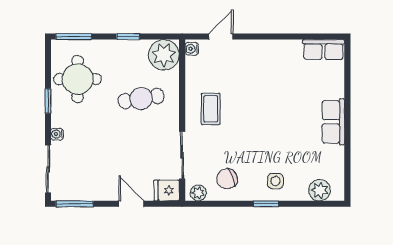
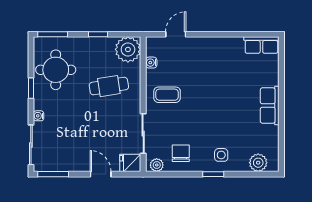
water cooler: (192, 49) -> (151, 63), moved
coffee table: (211, 109) -> (167, 95), turned 90
chair: (227, 179) -> (181, 153), turned 111

